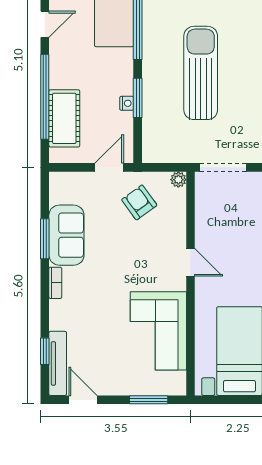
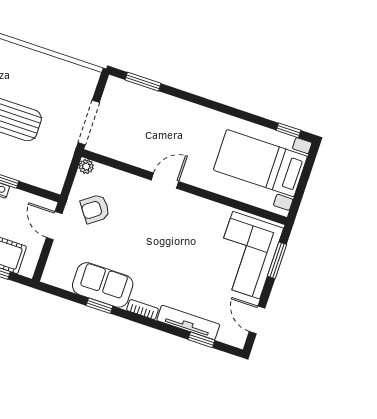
window: (45, 239) -> (99, 306), width x0.67
corner sofa: (158, 331) -> (246, 255), moved, turned 90
tv unit: (58, 363) -> (188, 322), moved
door: (83, 400) -> (257, 320), hinge flipped

